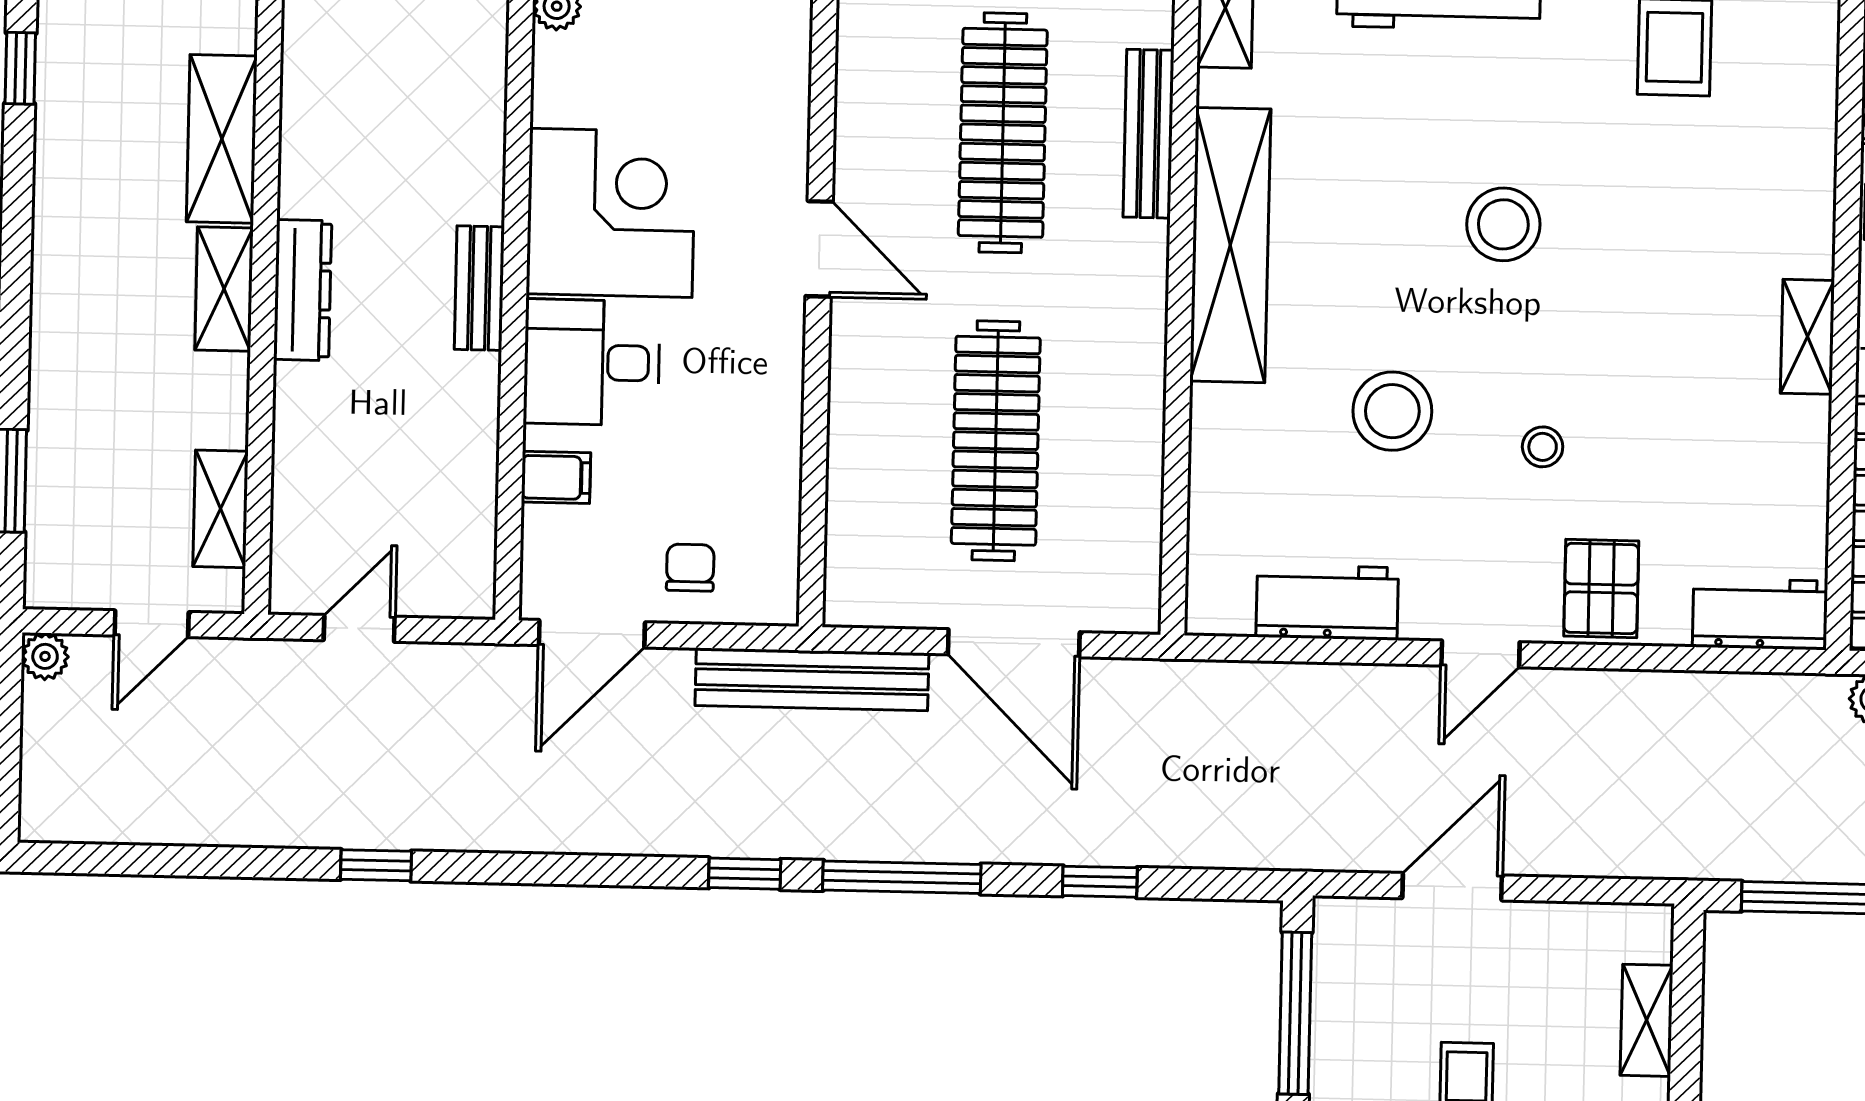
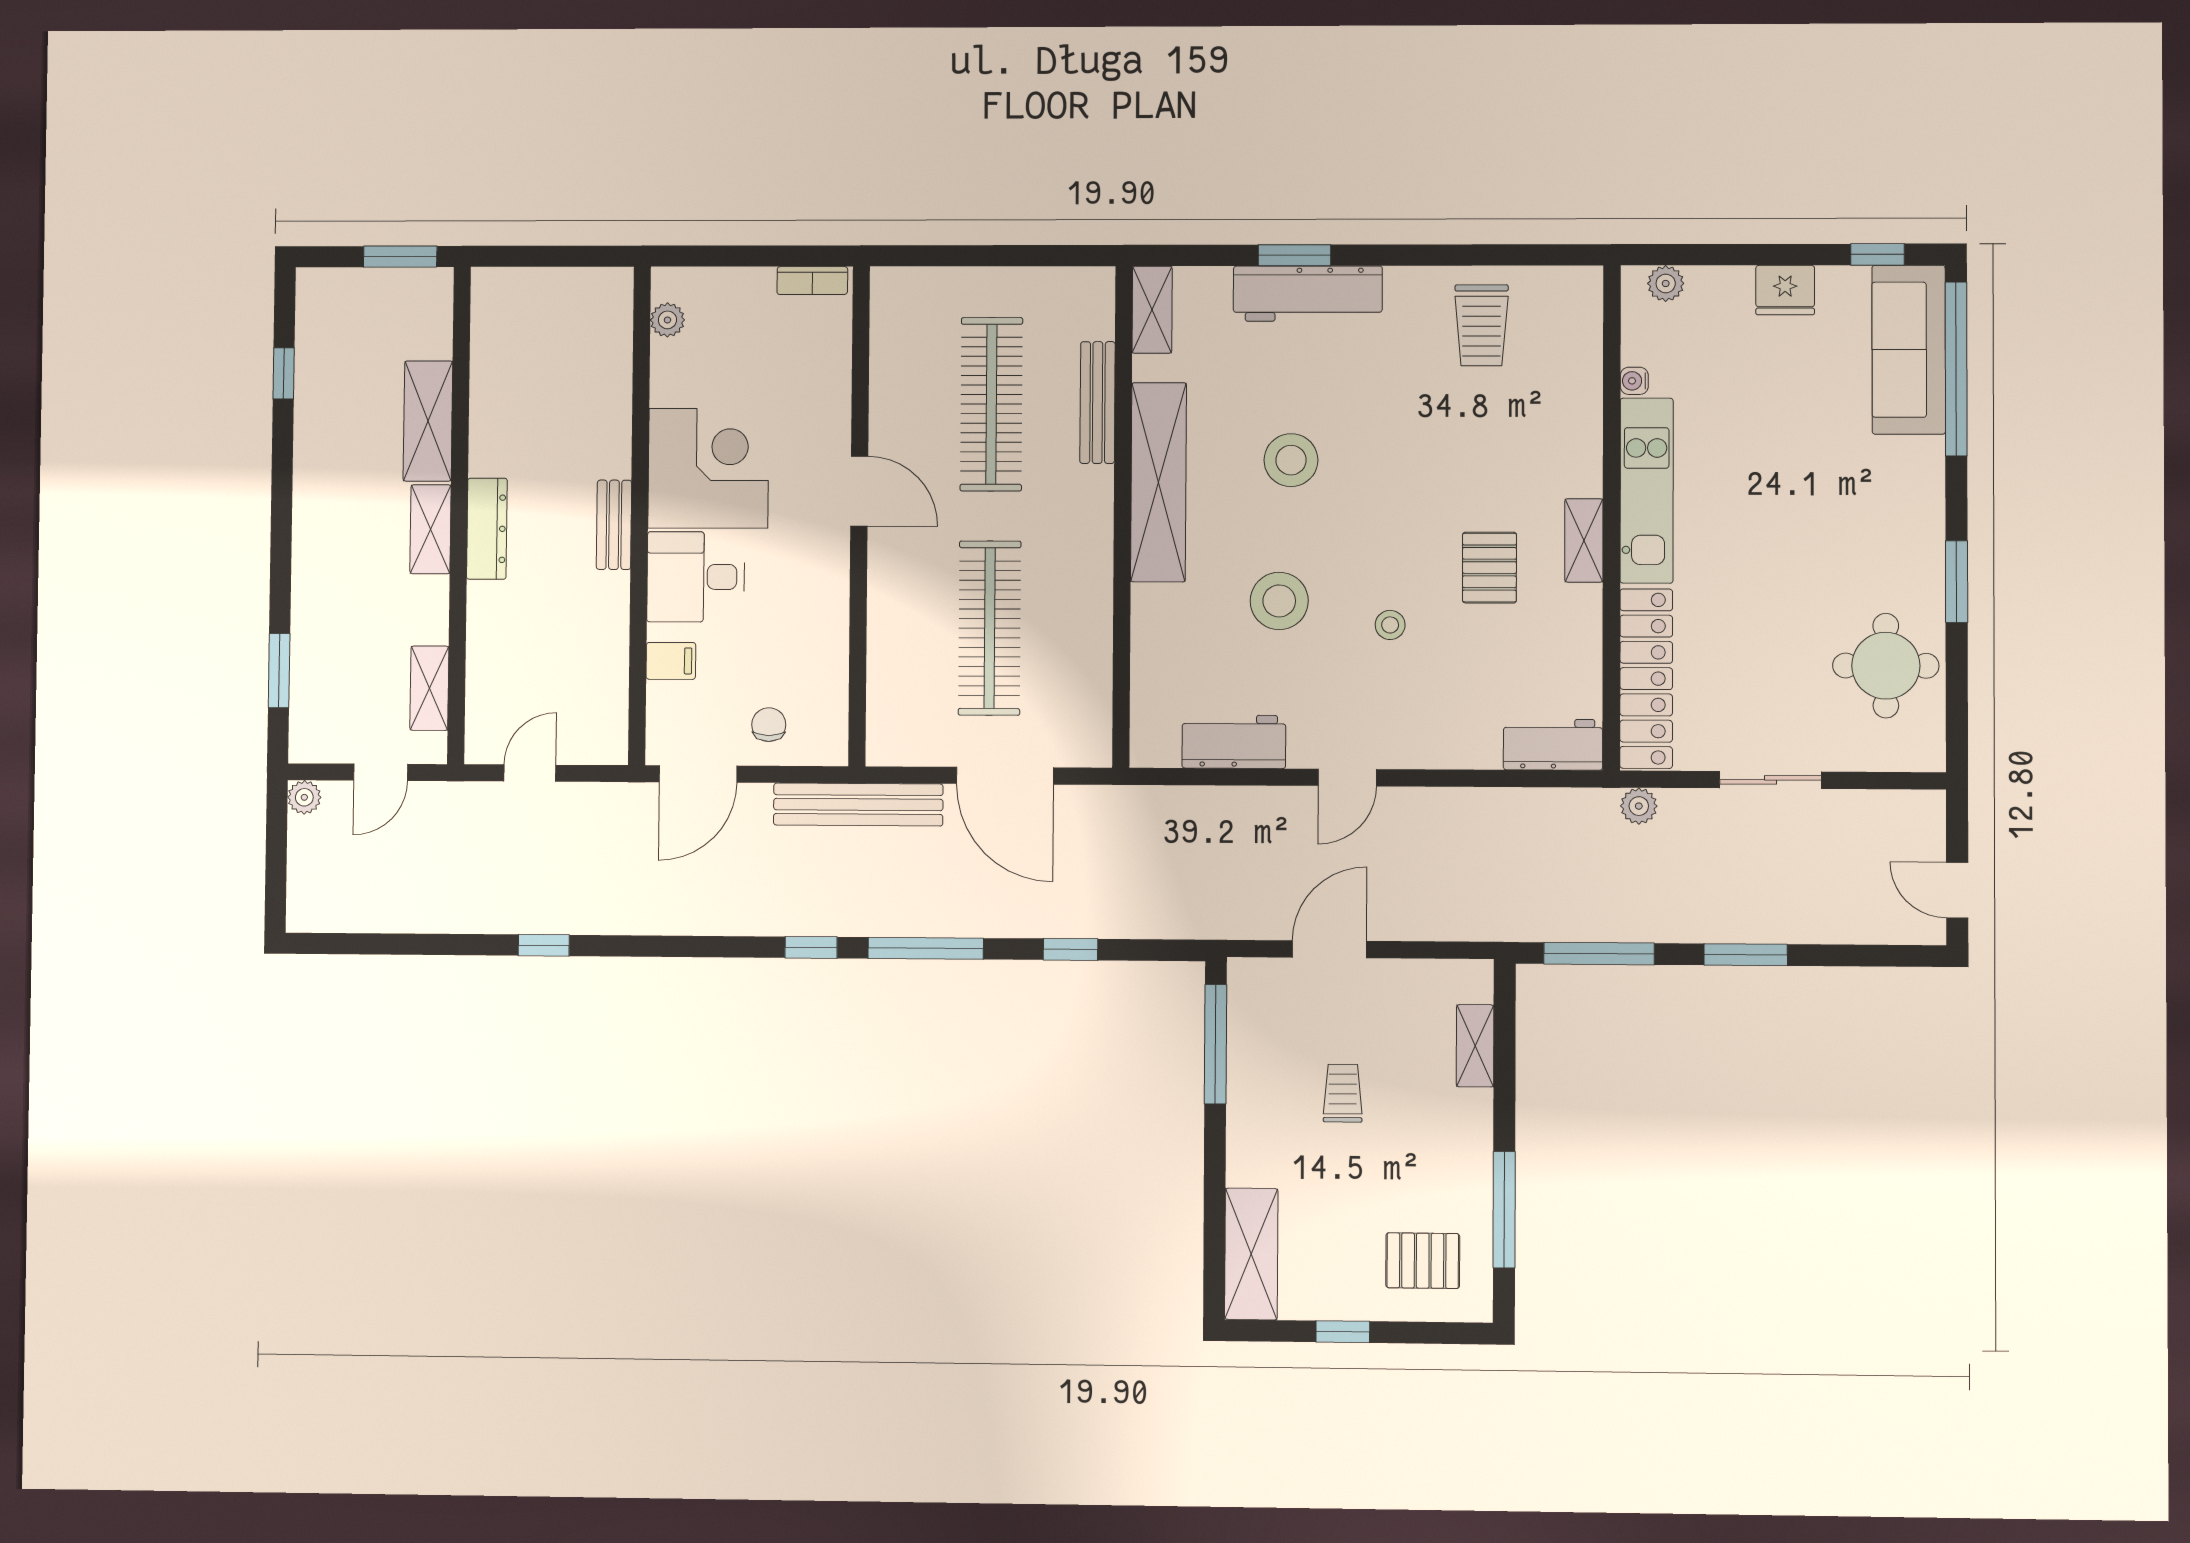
stool: (1503, 224) -> (1291, 460), moved
pallet: (1601, 588) -> (1489, 568), moved

